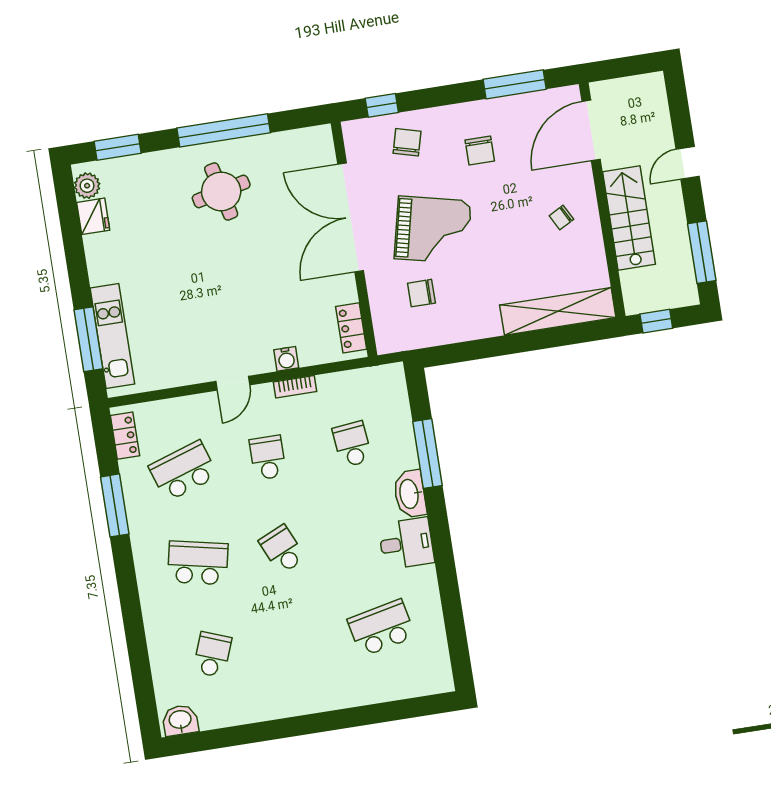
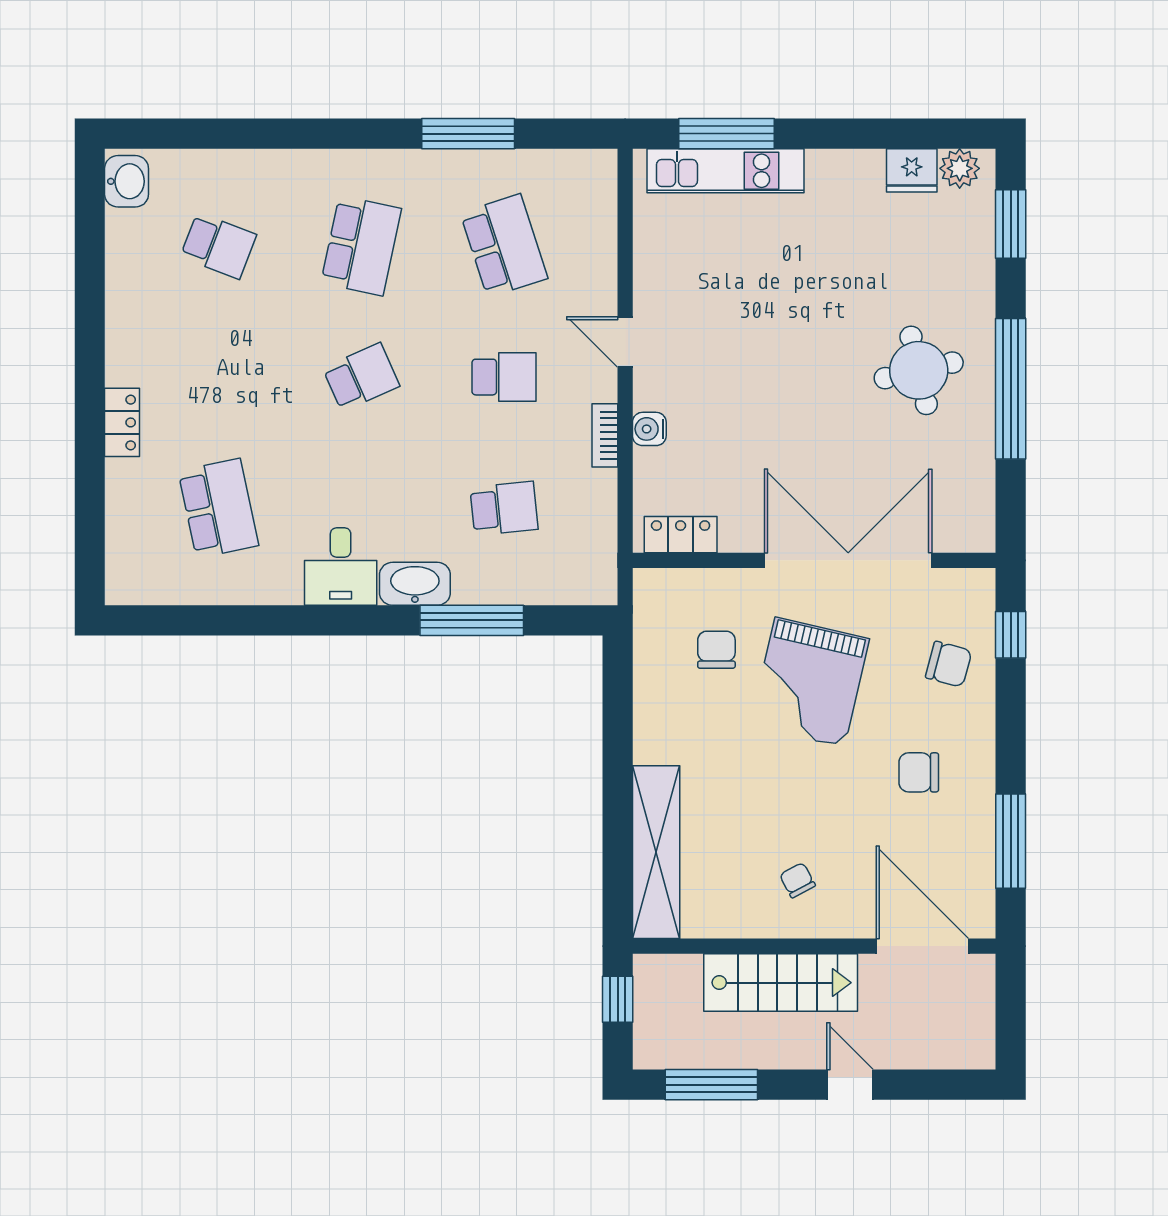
locker: (125, 436) -> (122, 422), moved, turned -90

